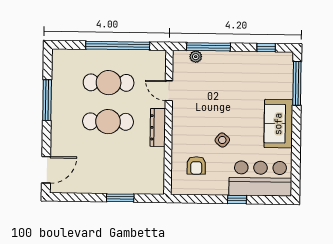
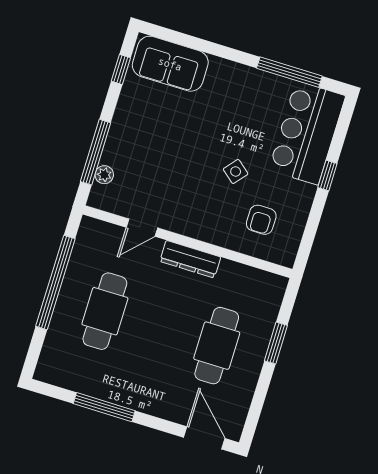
window: (297, 83) -> (289, 72), moved
cafe table: (108, 122) -> (217, 346), moved
sofa: (278, 124) -> (170, 64), moved
armchair: (196, 165) -> (261, 220), turned 90

